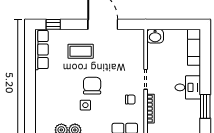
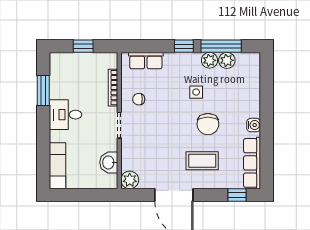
plant: (137, 36) -> (130, 180), added
washbasin: (155, 36) -> (109, 162), moved, turned -90
water cooler: (40, 79) -> (254, 125), added
chair: (92, 86) -> (208, 124), moved

